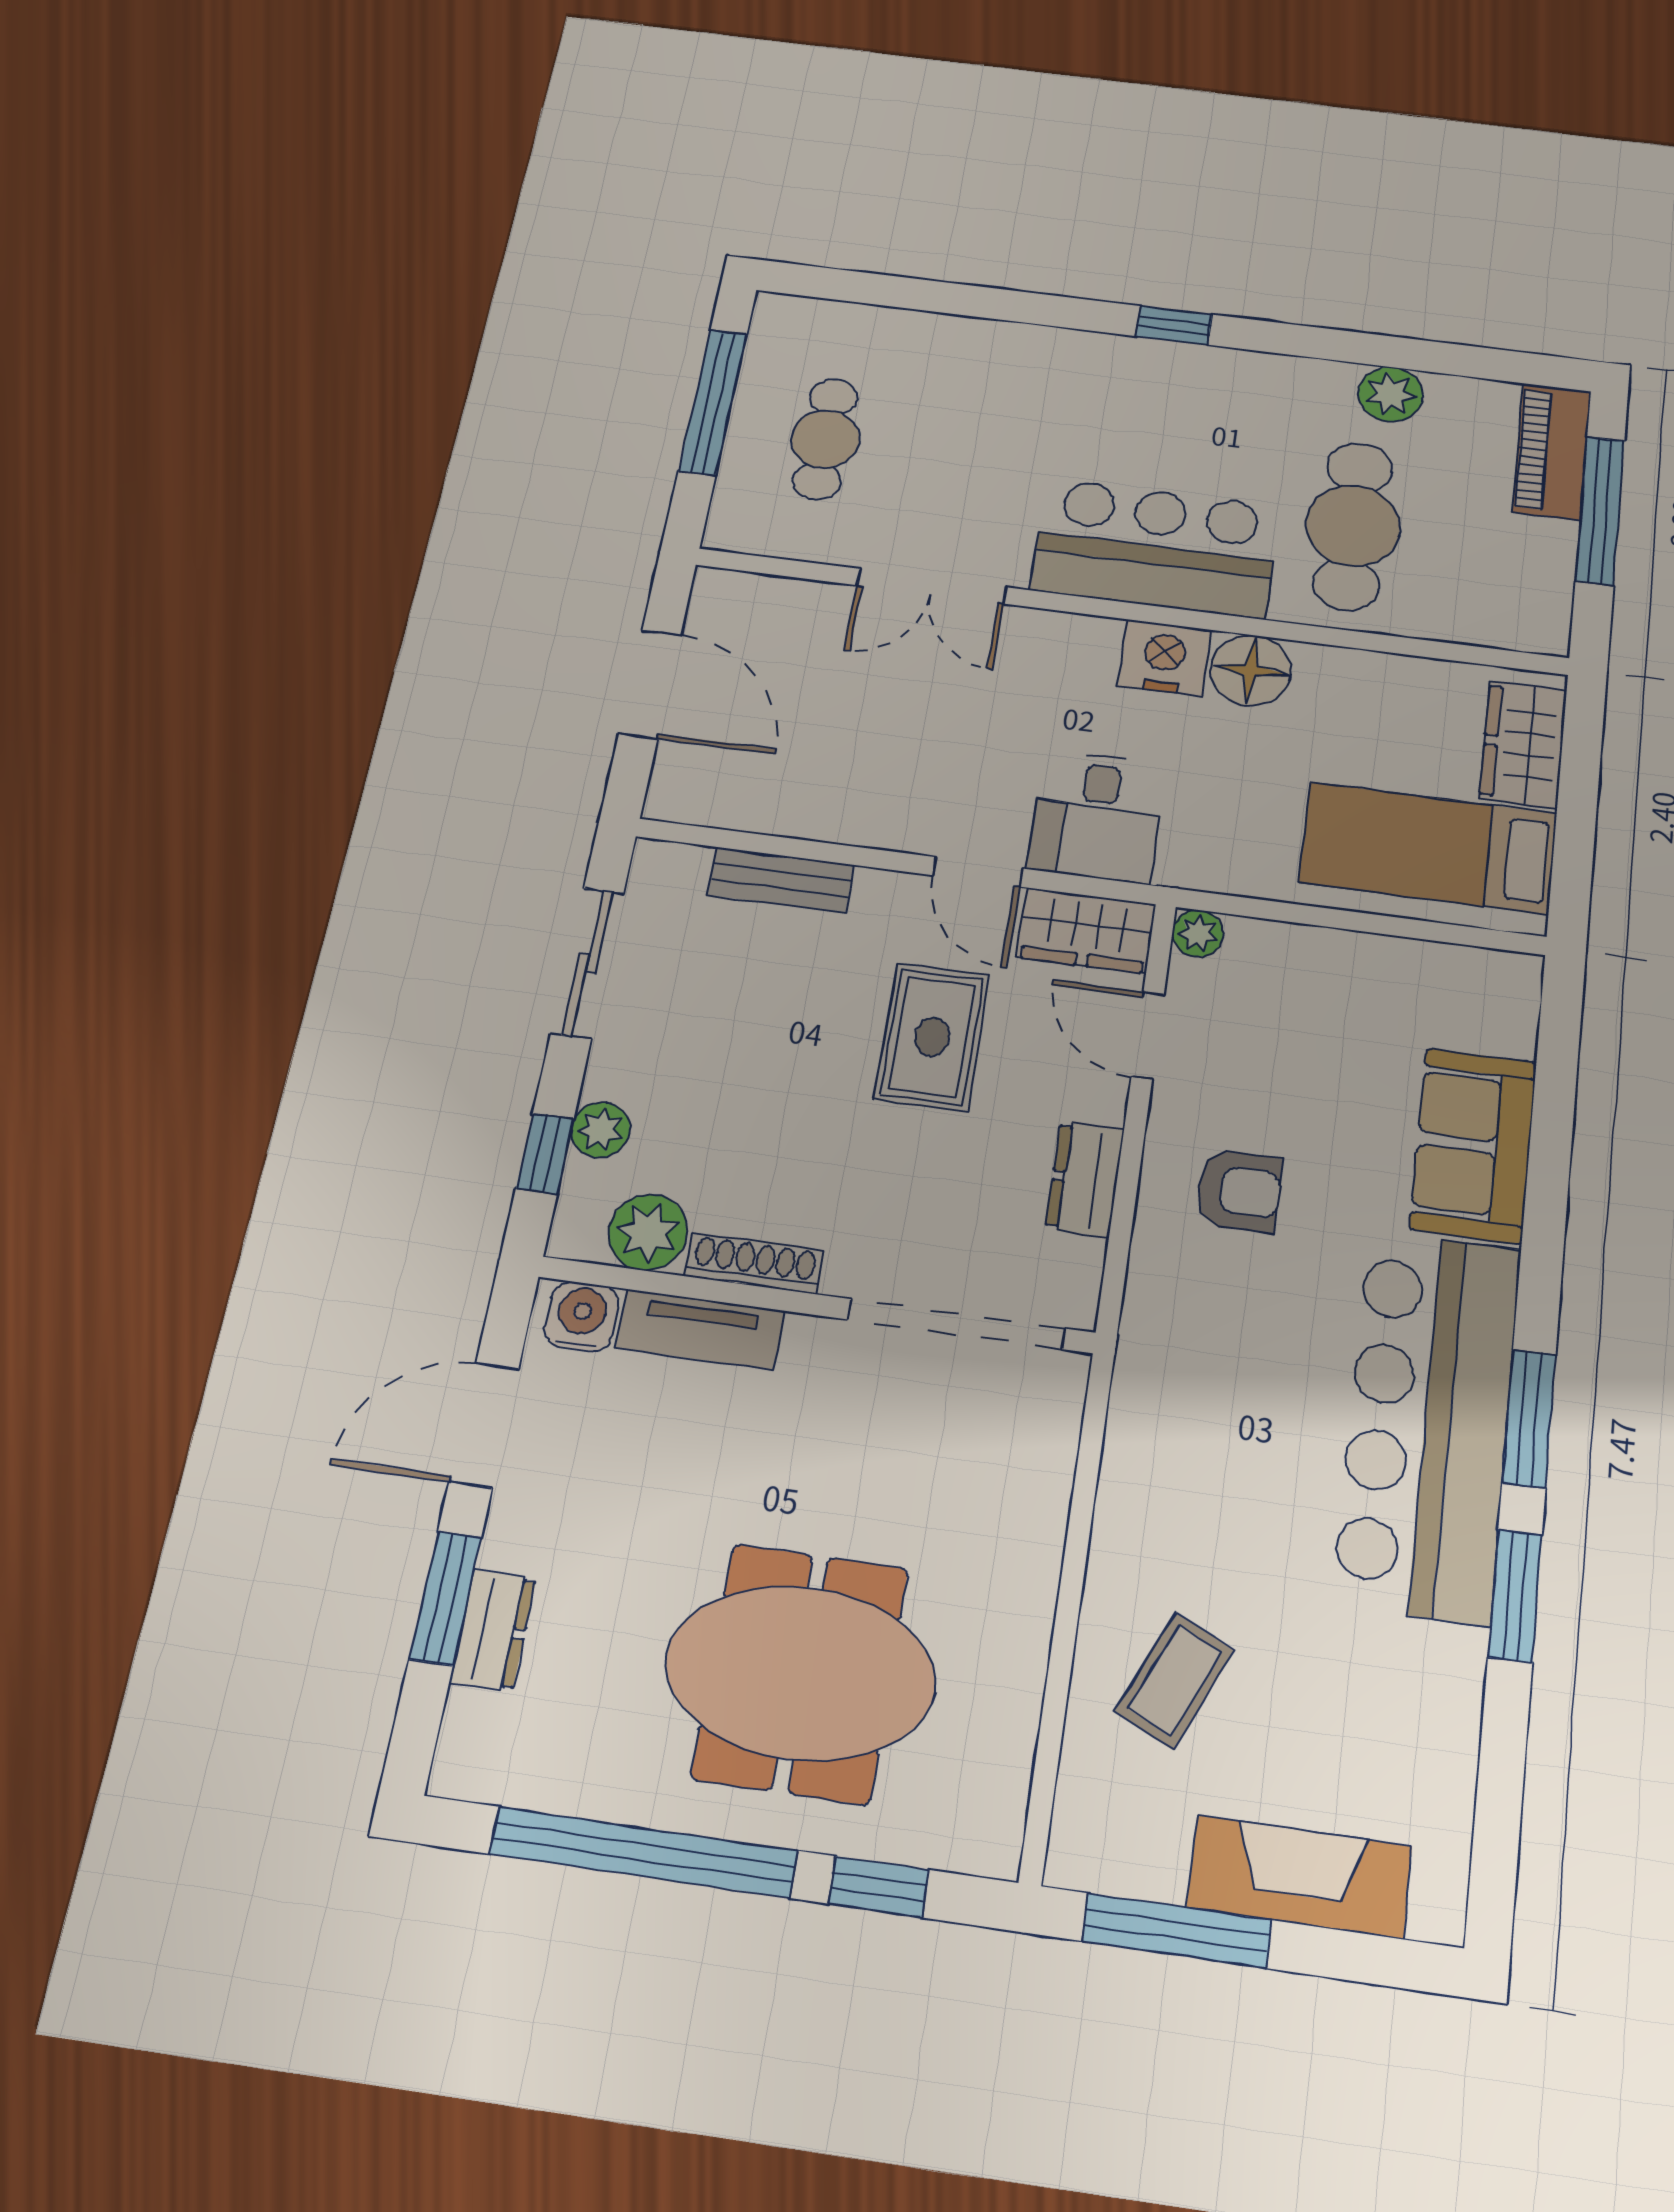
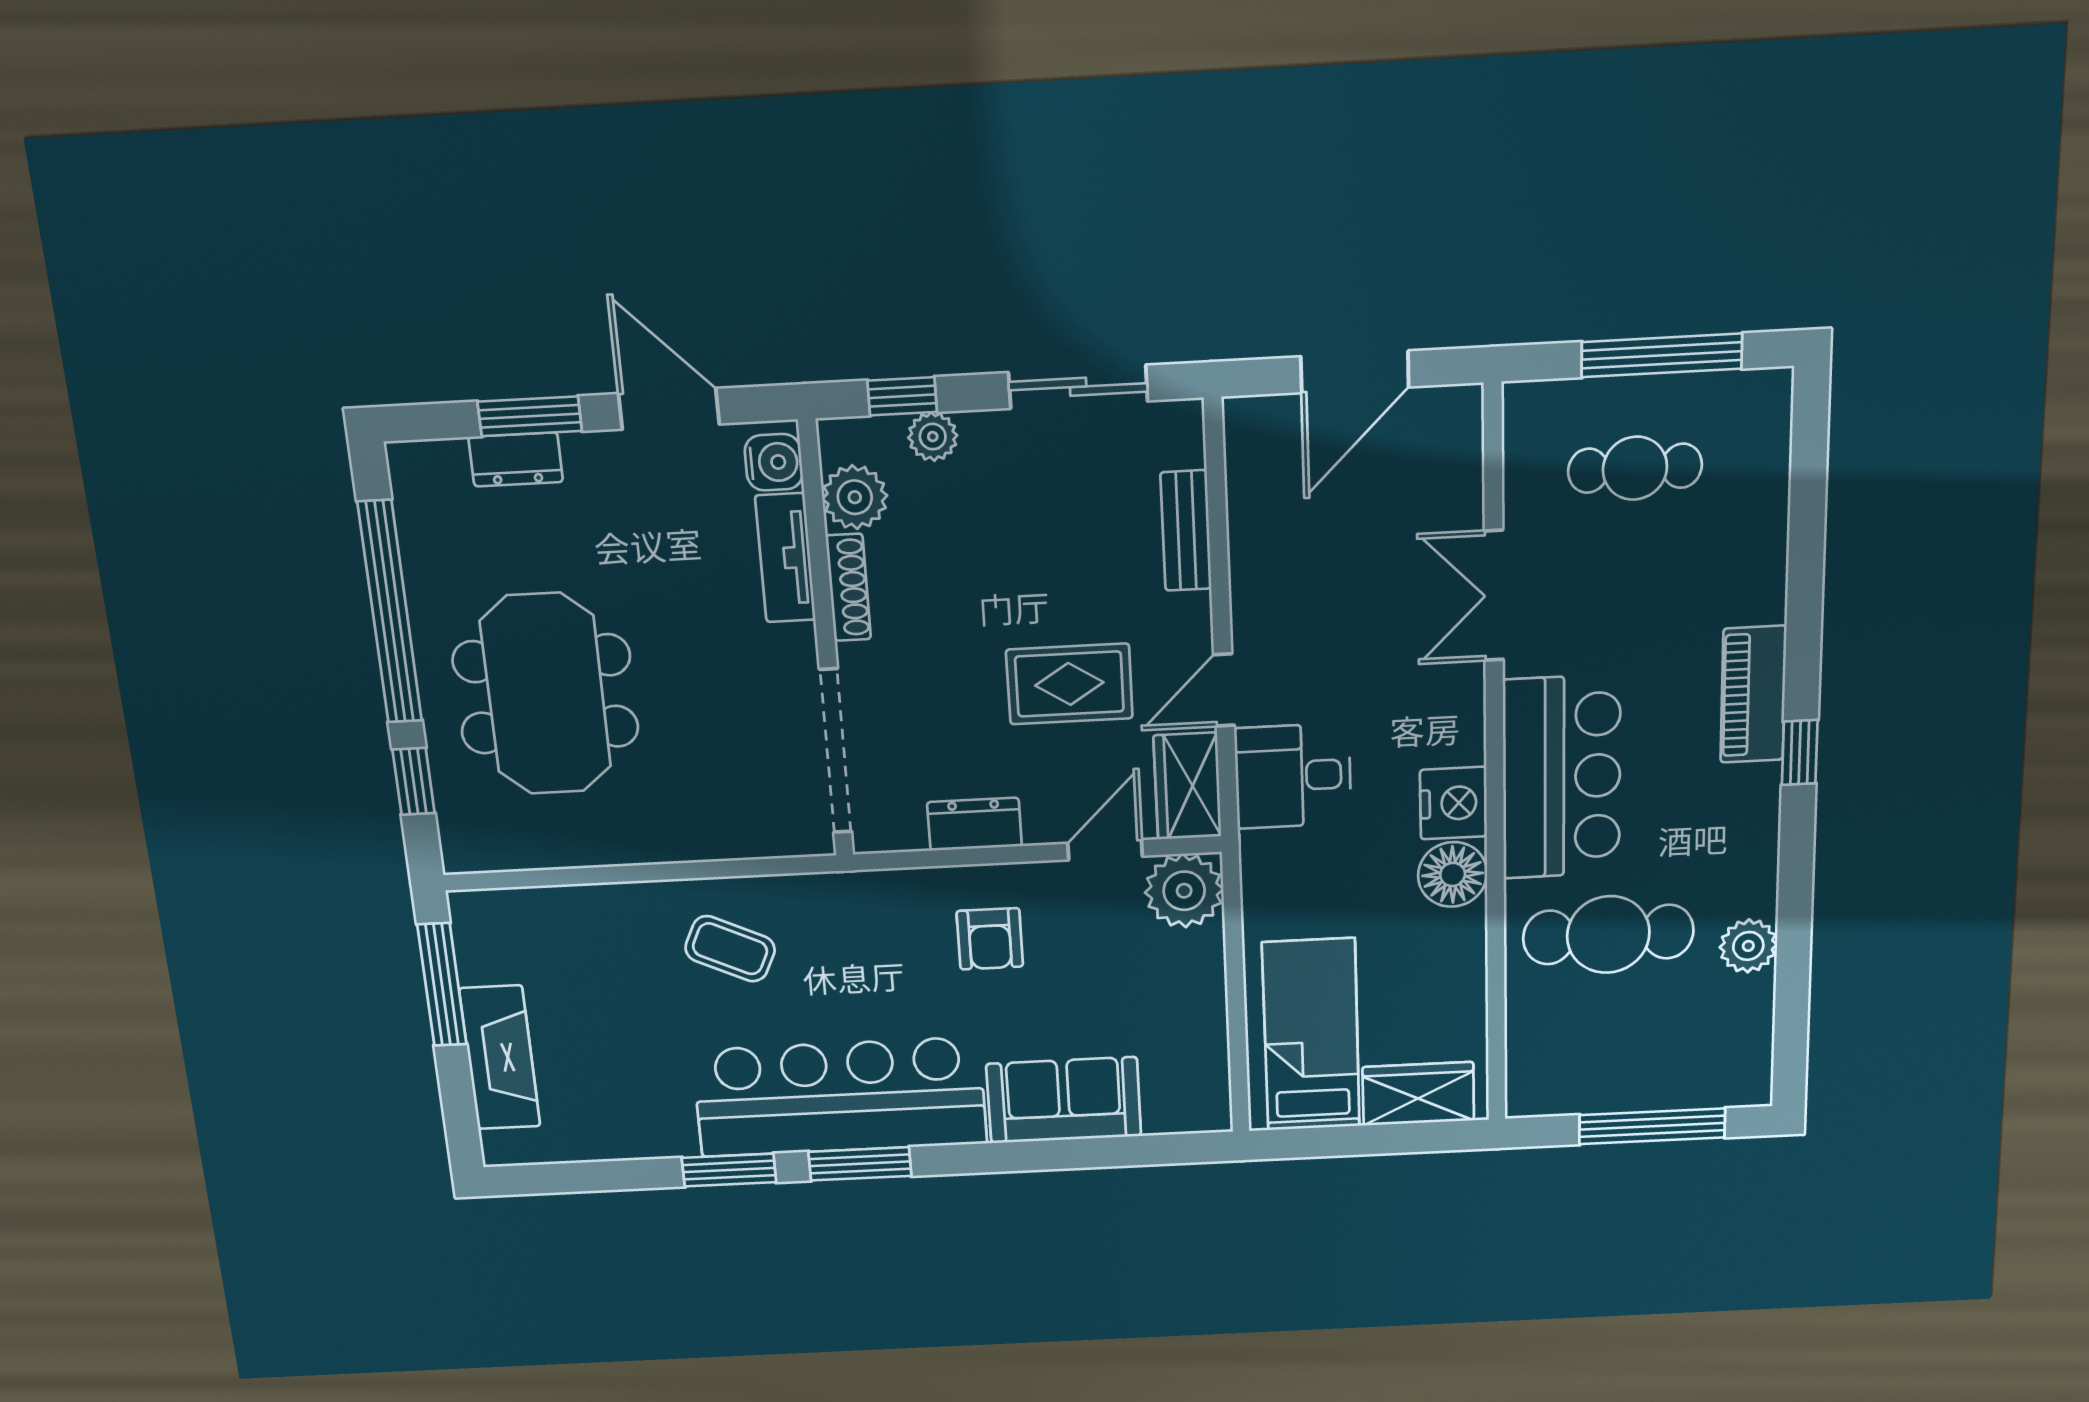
piano: (1552, 451) -> (1753, 694), moved, turned -90
plant: (1198, 933) -> (1184, 891), width x1.88, depth x1.88
coffee table: (1175, 1680) -> (730, 949), moved

